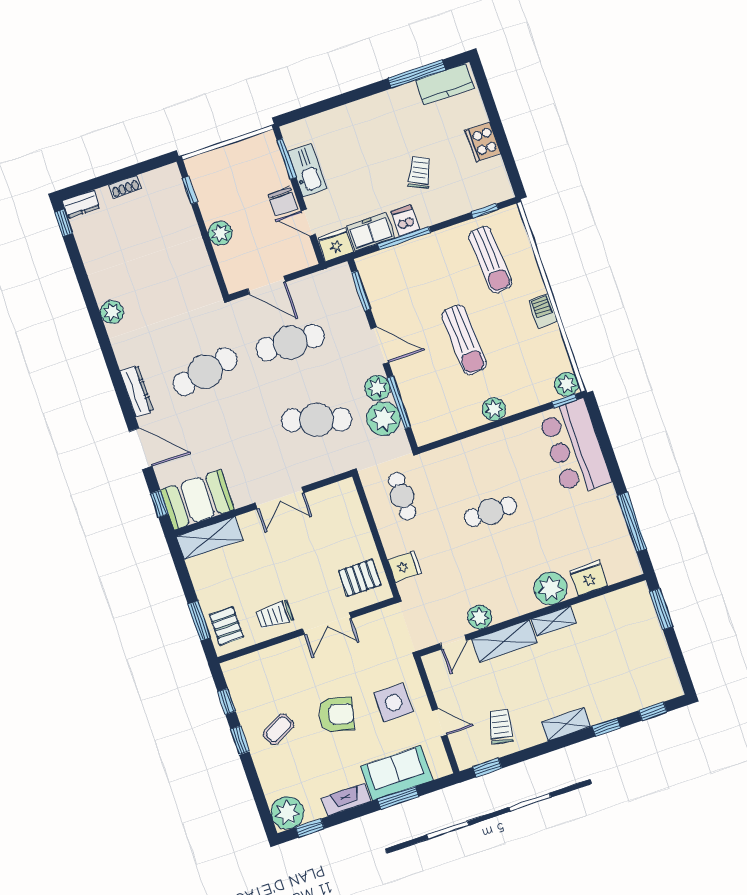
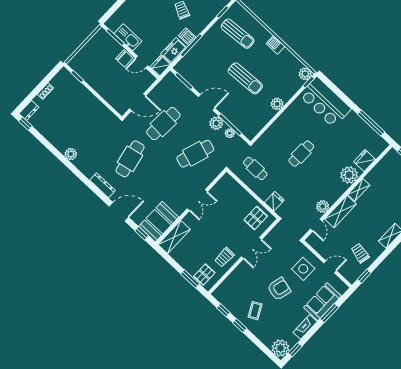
plant: (220, 233) -> (102, 89), removed
plant: (383, 419) -> (230, 133), width x0.53, depth x0.53
pallet: (226, 626) -> (204, 275), turned 90

